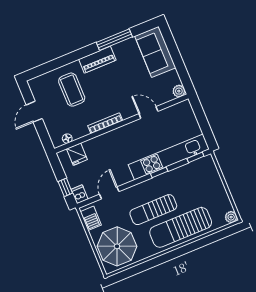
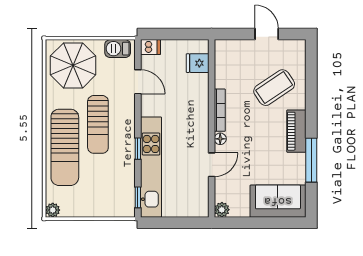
coffee table: (72, 90) -> (274, 88), turned -34
floor lamp: (67, 139) -> (220, 139), moved
window: (65, 187) -> (165, 34), removed
sun lounger: (153, 210) -> (98, 124), turned 180
sun lounger: (181, 227) -> (65, 147), turned 180

